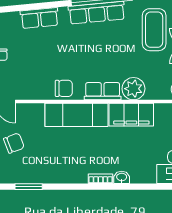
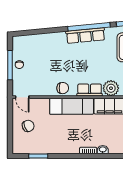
row of seats: (39, 18) -> (46, 39), removed

